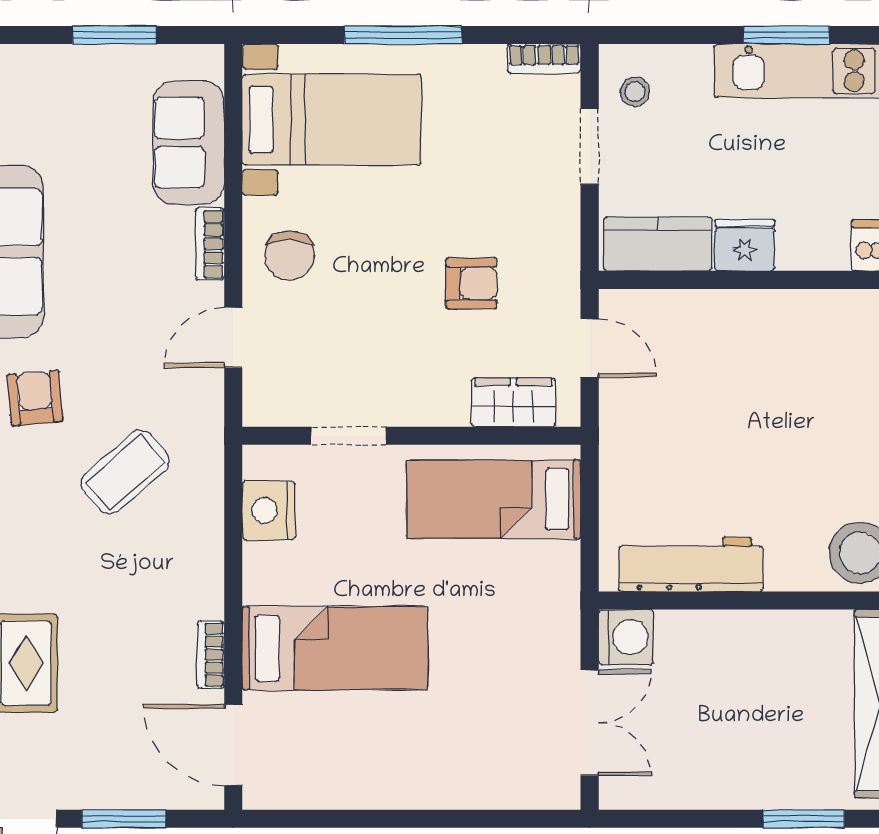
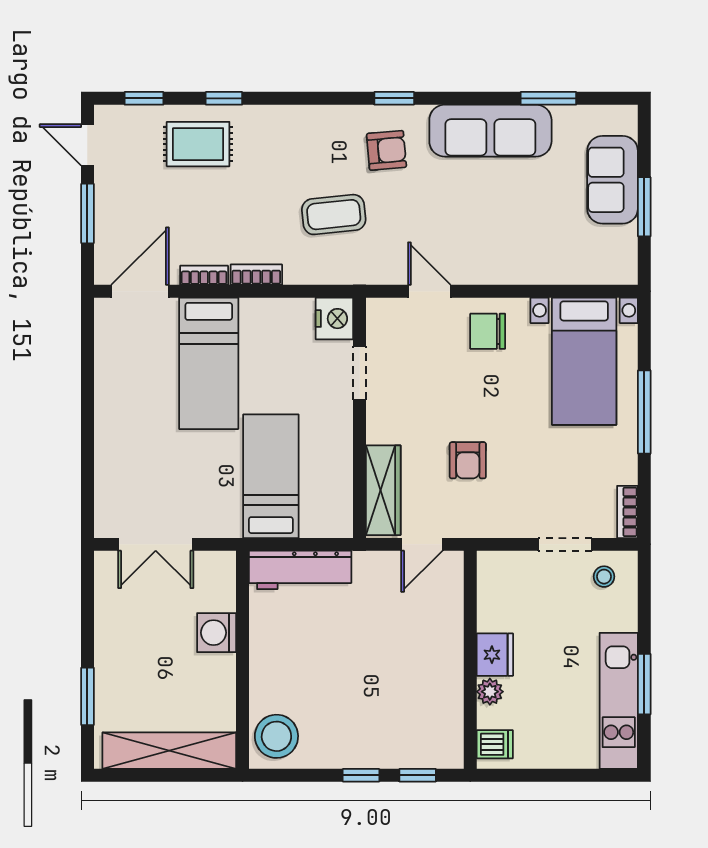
sofa: (189, 143) -> (613, 180), moved, turned -90
bookcase: (210, 244) -> (256, 275), moved
kitchen counter: (658, 244) -> (496, 593), removed
plant: (797, 252) -> (490, 692), added
wardrobe: (513, 402) -> (383, 490), width x1.50
coffee table: (125, 472) -> (334, 215), turned -55
bed: (494, 499) -> (271, 476), moved
nightstand: (269, 510) -> (334, 319), moved, turned 90
workbench: (691, 565) -> (300, 570), moved, turned 90
washing machine: (626, 637) -> (217, 633), moved, turned 90

